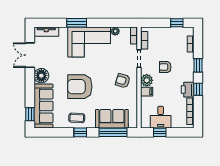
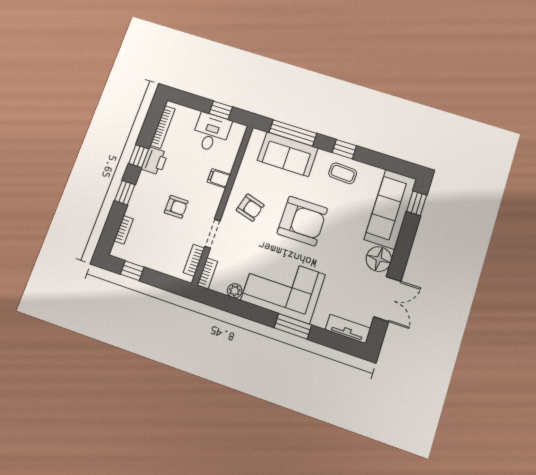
plant: (147, 80) -> (212, 196), removed
armchair: (80, 87) -> (302, 221), moved

